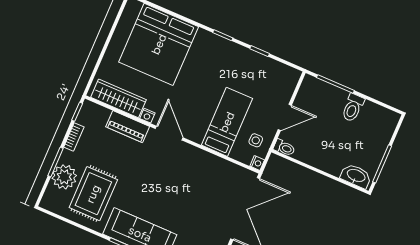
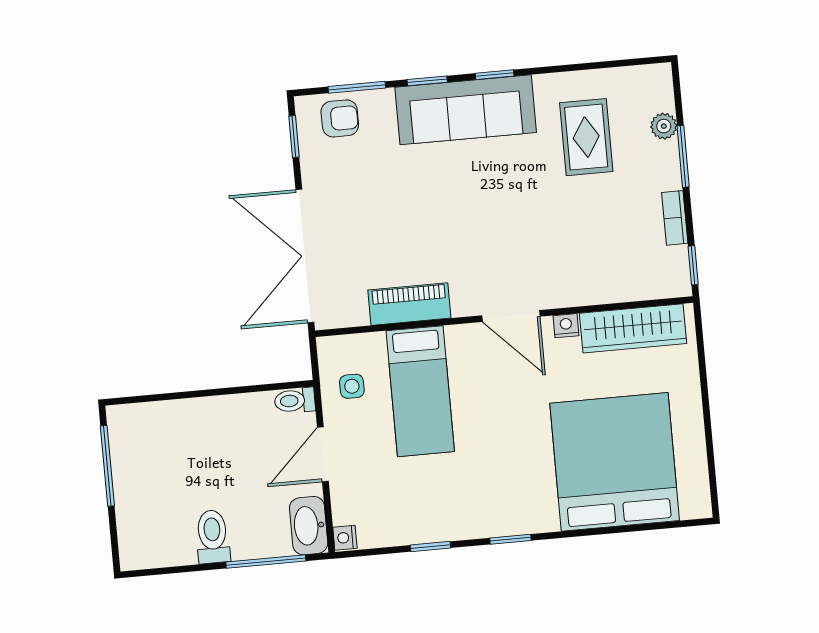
piano: (128, 127) -> (409, 304), moved
nightstand: (257, 163) -> (345, 538), moved
washbasin: (356, 176) -> (309, 526), moved, turned 90
plant: (64, 177) -> (664, 126), width x0.53, depth x0.53
rug: (93, 194) -> (586, 137), width x0.73, depth x0.70

